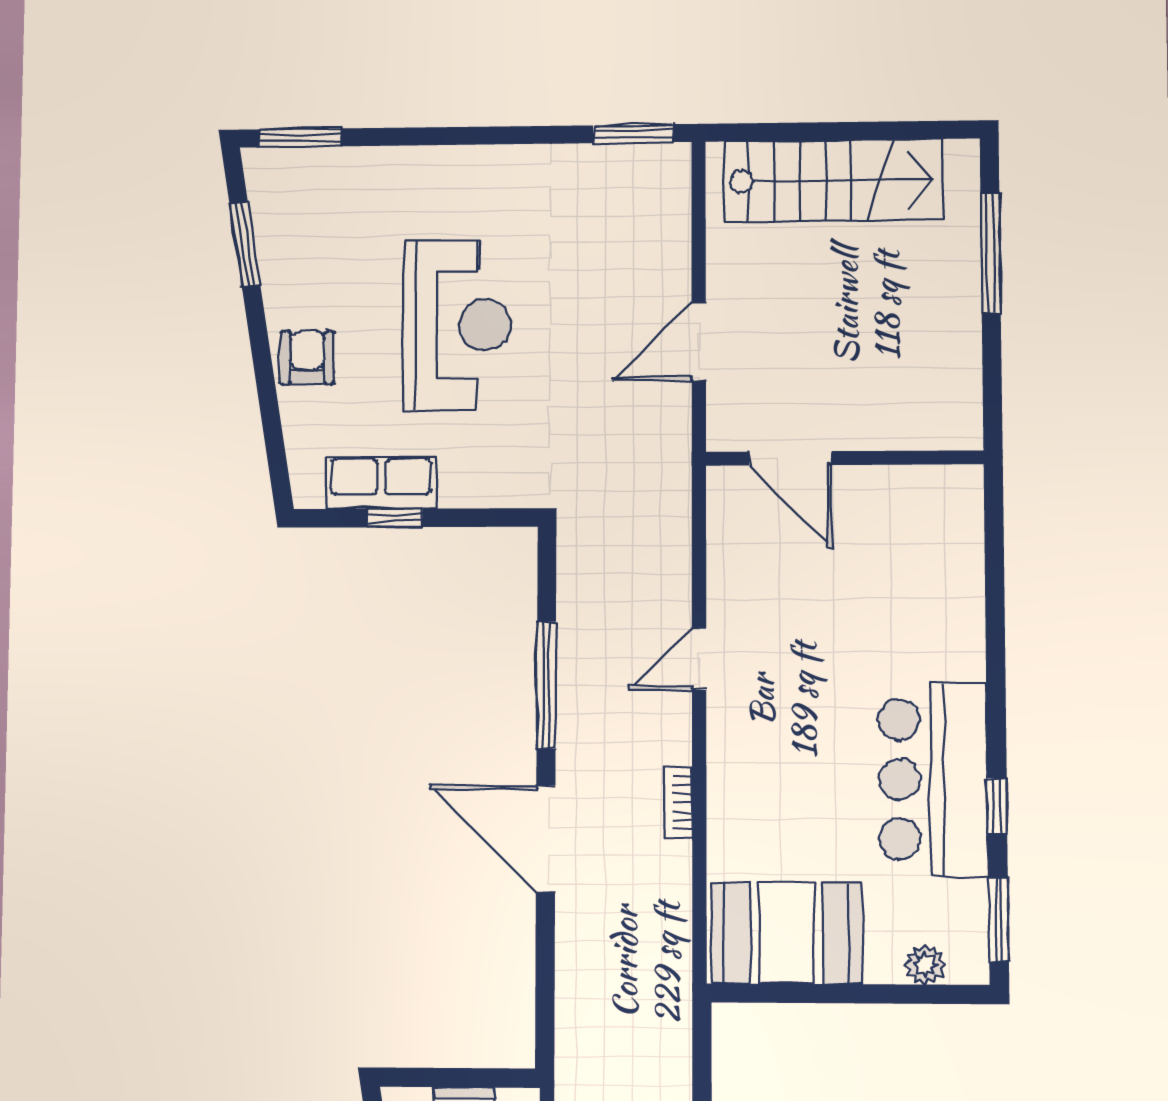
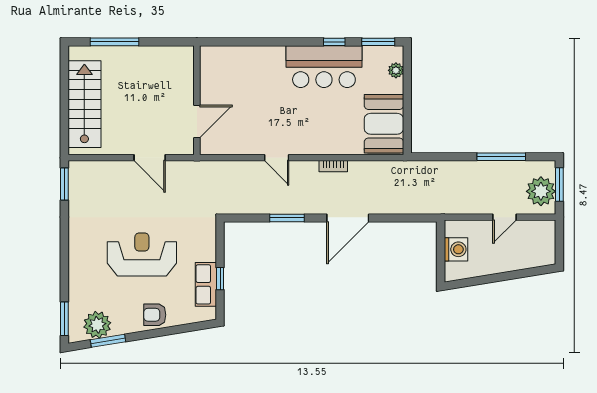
plant: (285, 218) -> (97, 325), added
window: (546, 685) -> (287, 218), width x0.69

